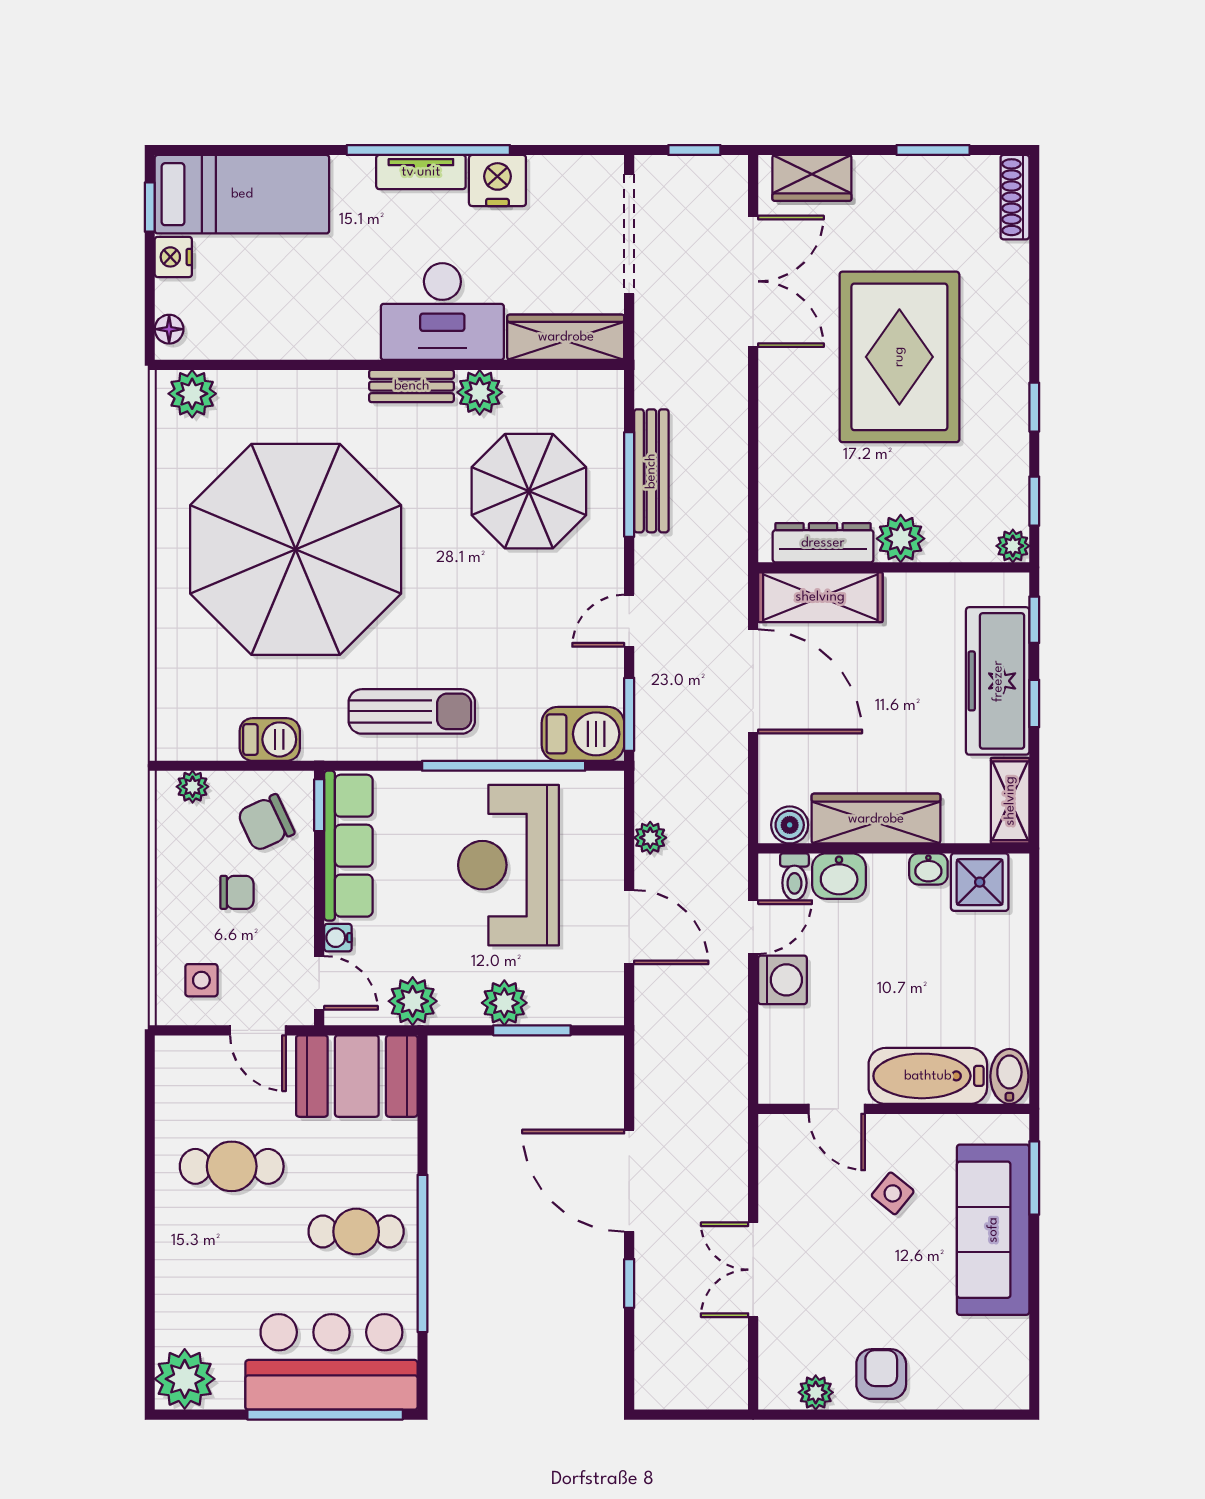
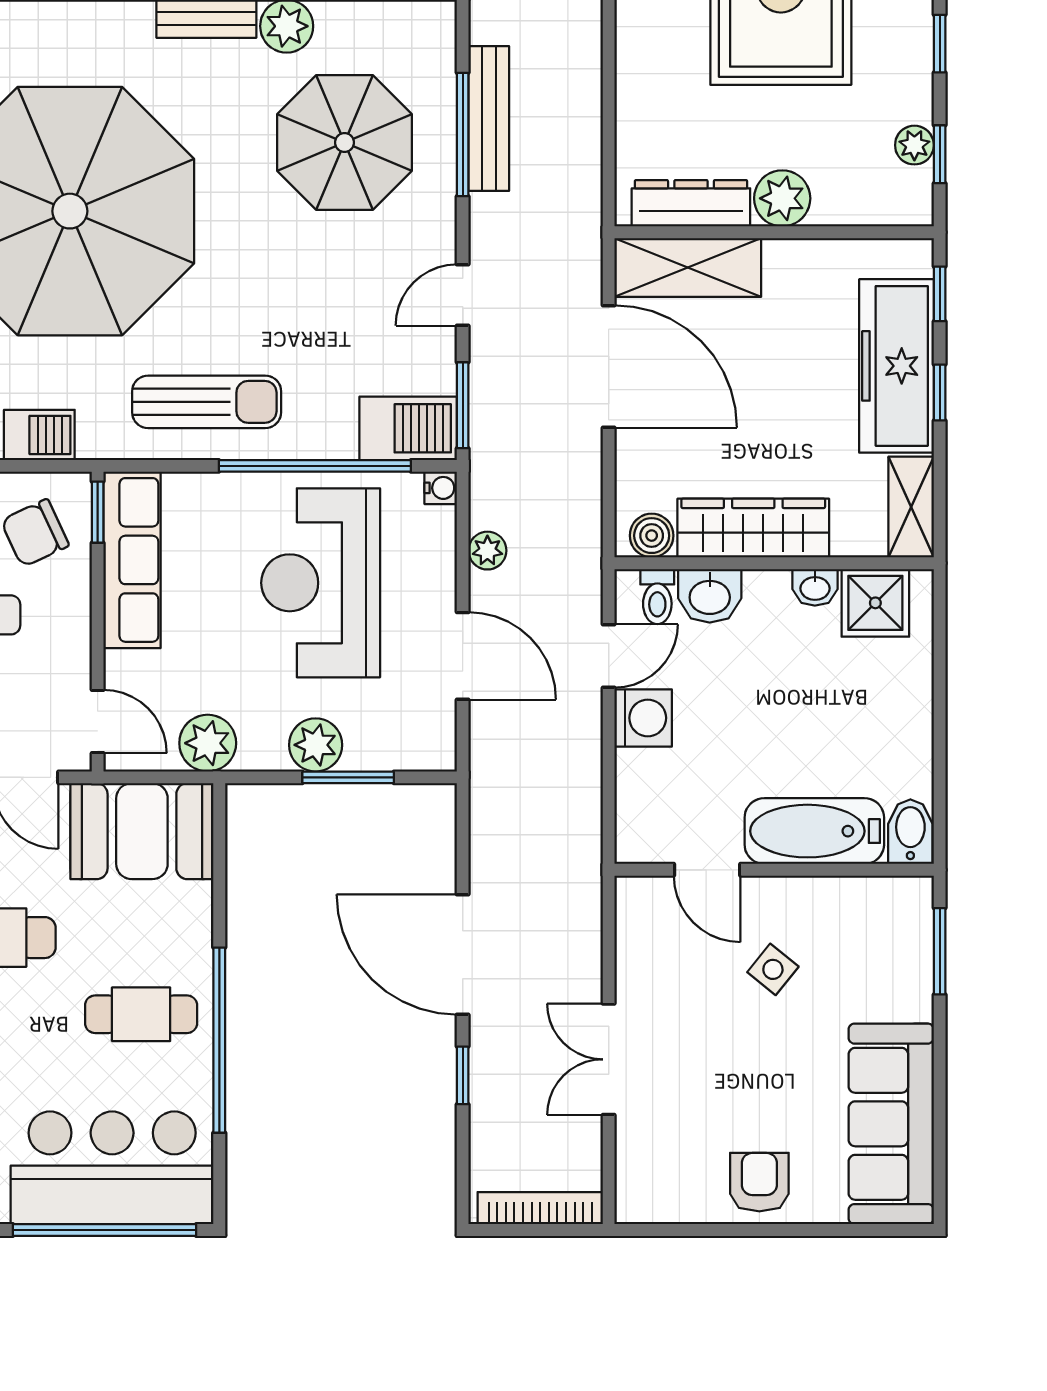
plant: (1013, 546) -> (914, 145), moved
water cooler: (338, 938) -> (441, 488), moved, turned 180
sofa: (993, 1230) -> (891, 1124), moved
plant: (816, 1392) -> (682, 1204), removed
bookcase: (695, 1396) -> (540, 1208), added

